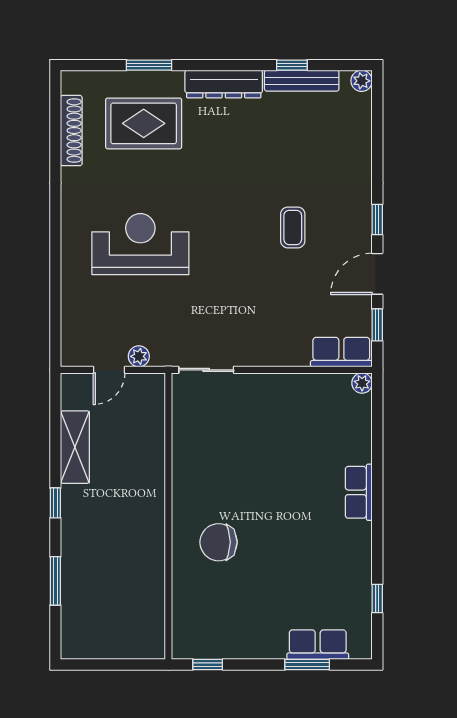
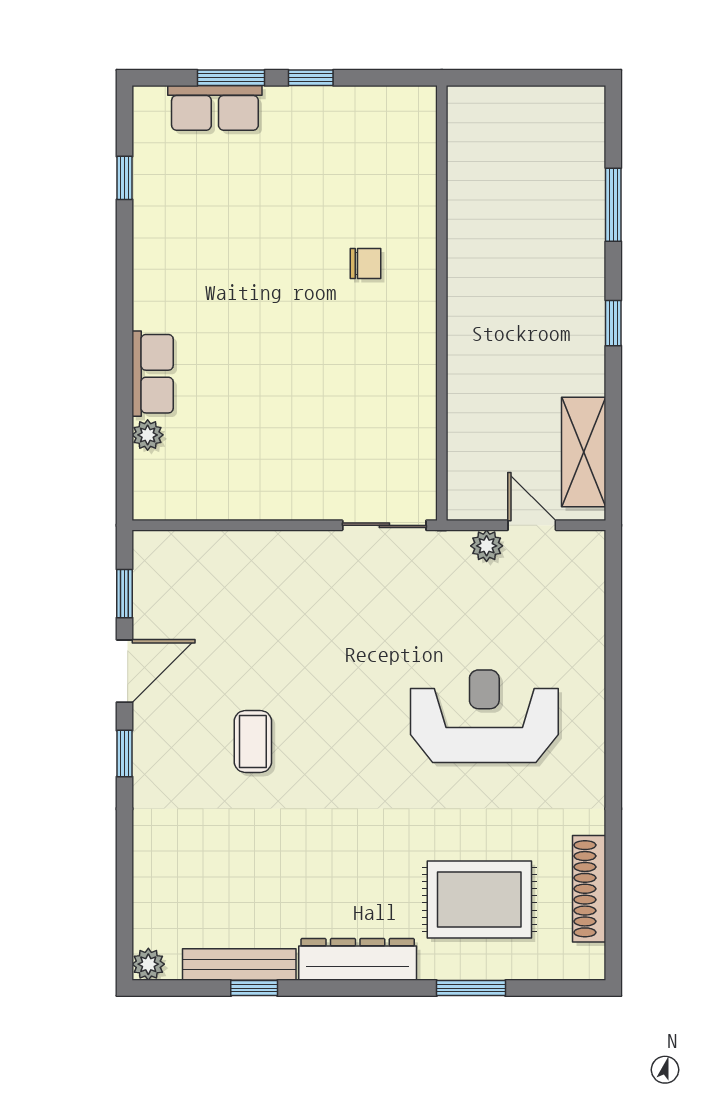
reception desk: (140, 244) -> (484, 716), turned 180
row of seats: (341, 352) -> (179, 552), removed
door: (109, 370) -> (532, 525), hinge flipped
plant: (362, 383) -> (148, 435), moved
shelving: (75, 447) -> (584, 452), moved
row of seats: (359, 492) -> (153, 374), moved
chair: (219, 542) -> (366, 263), width x0.54, depth x0.54
window: (208, 664) -> (311, 78), moved

